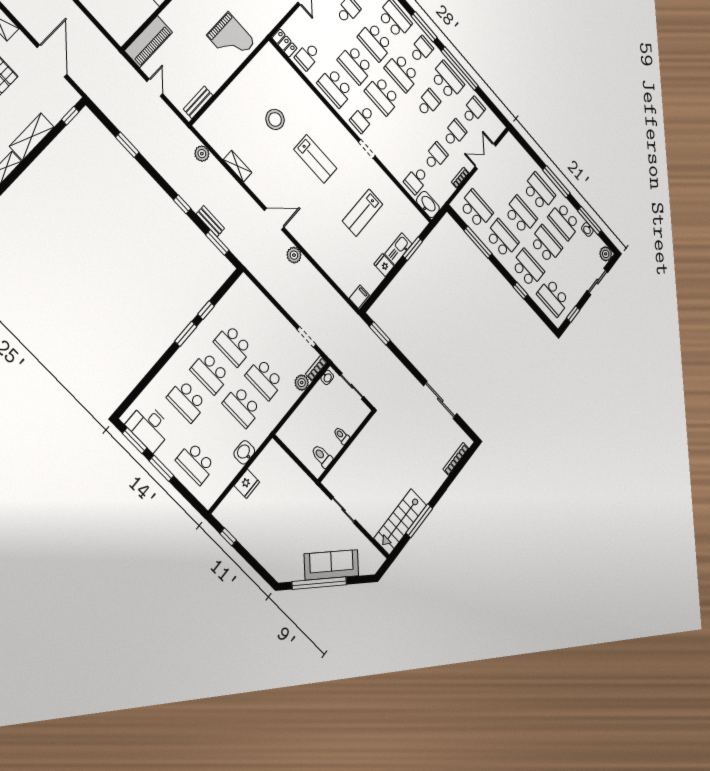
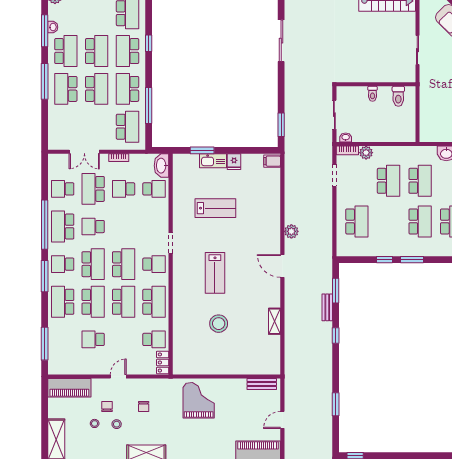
school desk: (455, 133) -> (93, 189), width x1.85
plant: (202, 154) -> (291, 352), removed
lab bench: (315, 159) -> (215, 273), turned 180
school desk: (476, 209) -> (127, 127), turned 180
school desk: (521, 215) -> (97, 89), turned 180
school desk: (546, 244) -> (97, 51), turned 180
school desk: (233, 345) -> (357, 221), moved

